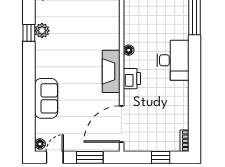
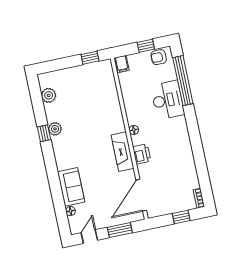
desk: (173, 60) -> (168, 100), moved
floor lamp: (40, 144) -> (71, 211), moved

